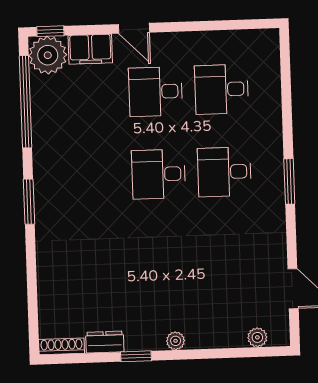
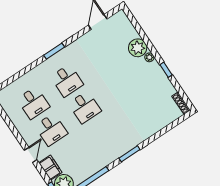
plant: (257, 337) -> (138, 48), moved, width x1.87, depth x1.87
dresser: (105, 342) -> (168, 86), removed

